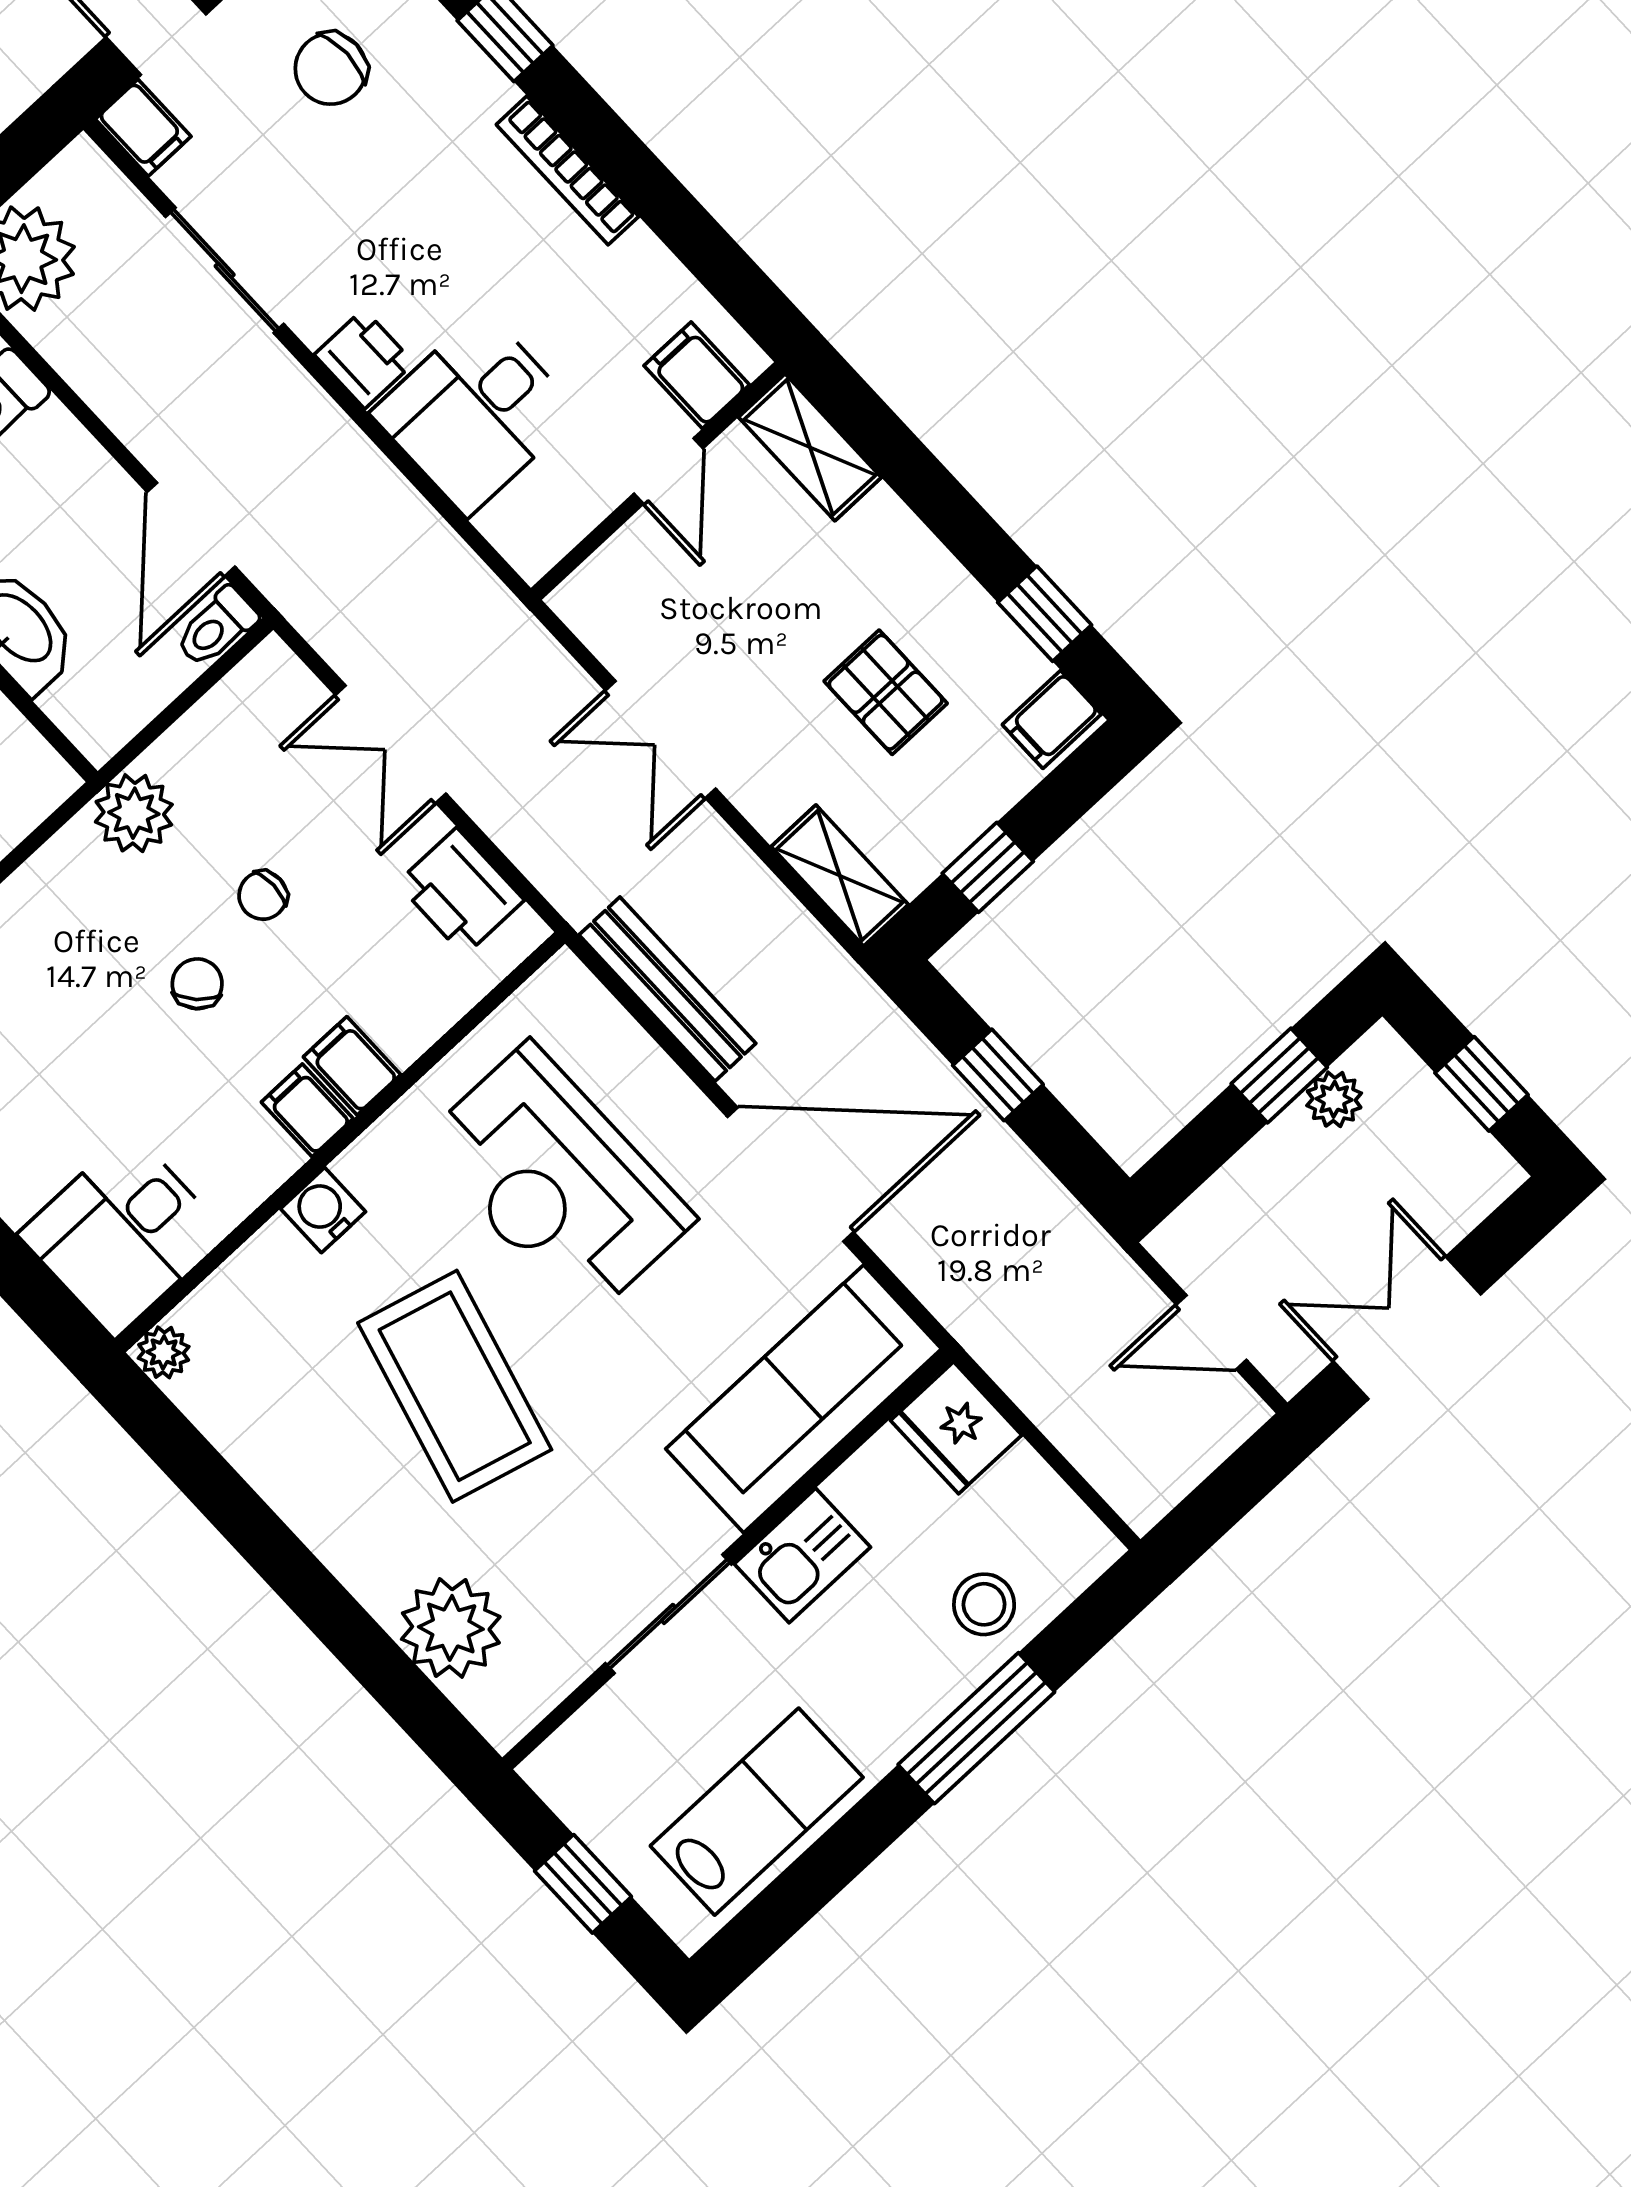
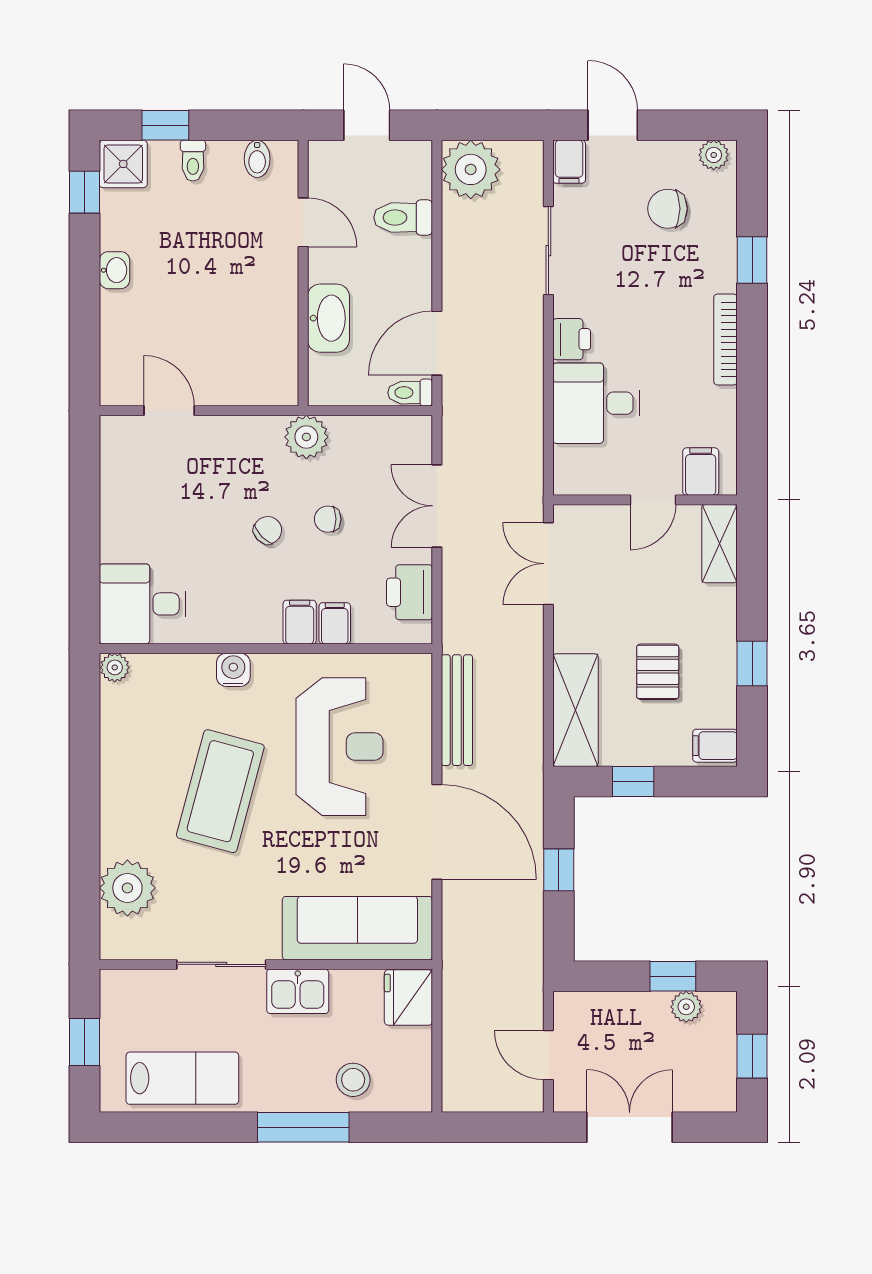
window: (1045, 614) -> (752, 663), moved
double door: (661, 739) -> (548, 564), moved
shelving: (840, 876) -> (575, 710), width x1.50, depth x1.33
filing cabinet: (307, 1110) -> (335, 623), moved
reception desk: (557, 1181) -> (339, 747), turned 180

